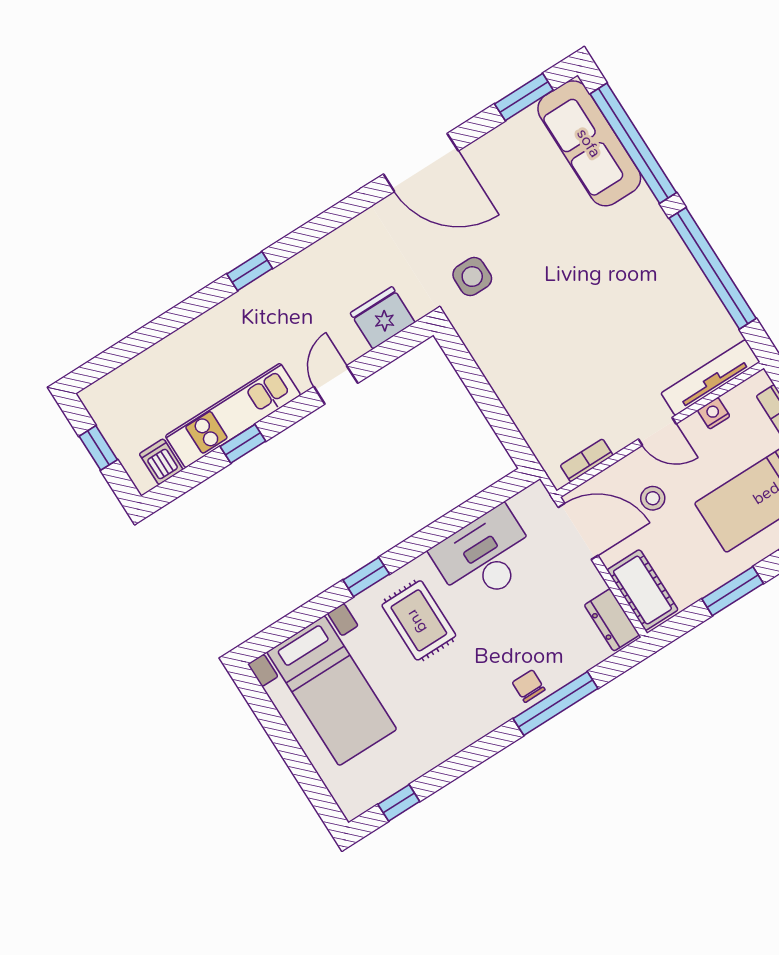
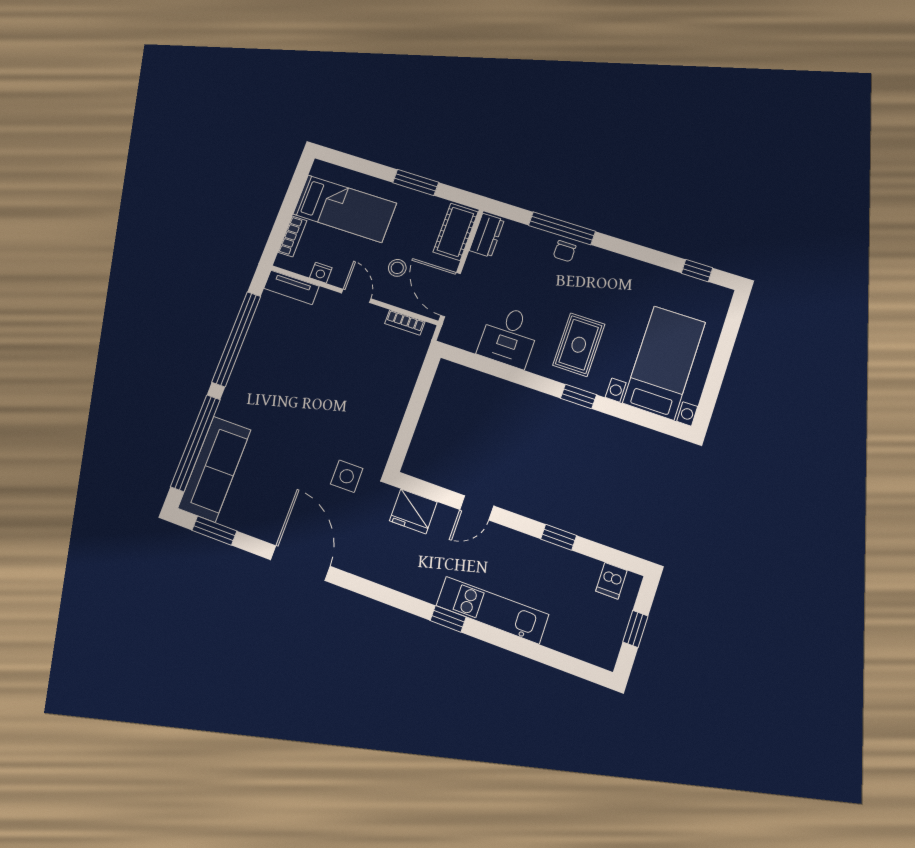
tv unit: (711, 378) -> (291, 287), width x0.71
kitchen unit: (233, 416) -> (492, 610), moved, turned 180
desk: (485, 556) -> (509, 336), width x0.73

